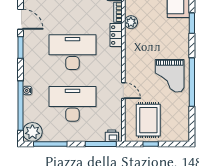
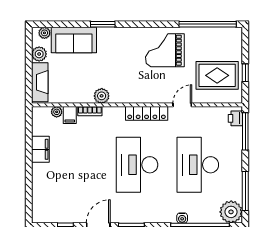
locker: (116, 35) -> (147, 113), moved, width x1.53
grand piano: (170, 76) -> (165, 50), turned 180
window: (192, 82) -> (208, 24), moved

